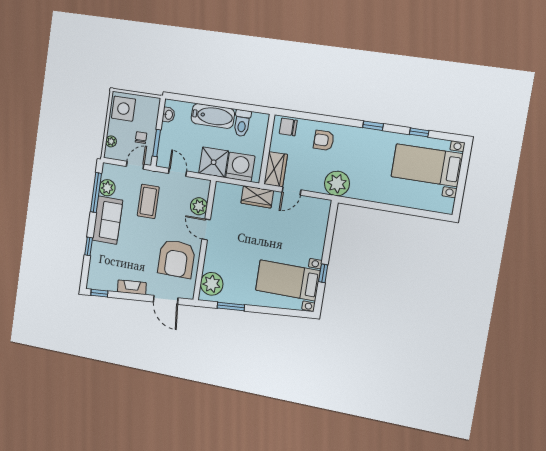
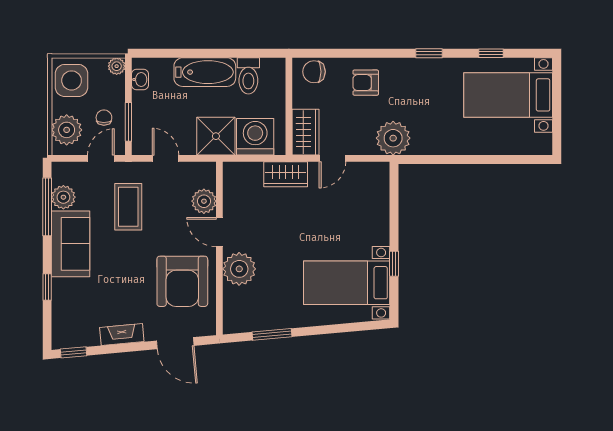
plant: (154, 103) -> (117, 66), added
plant: (111, 141) -> (67, 130), width x1.87, depth x1.87
plant: (212, 284) -> (239, 269), moved

